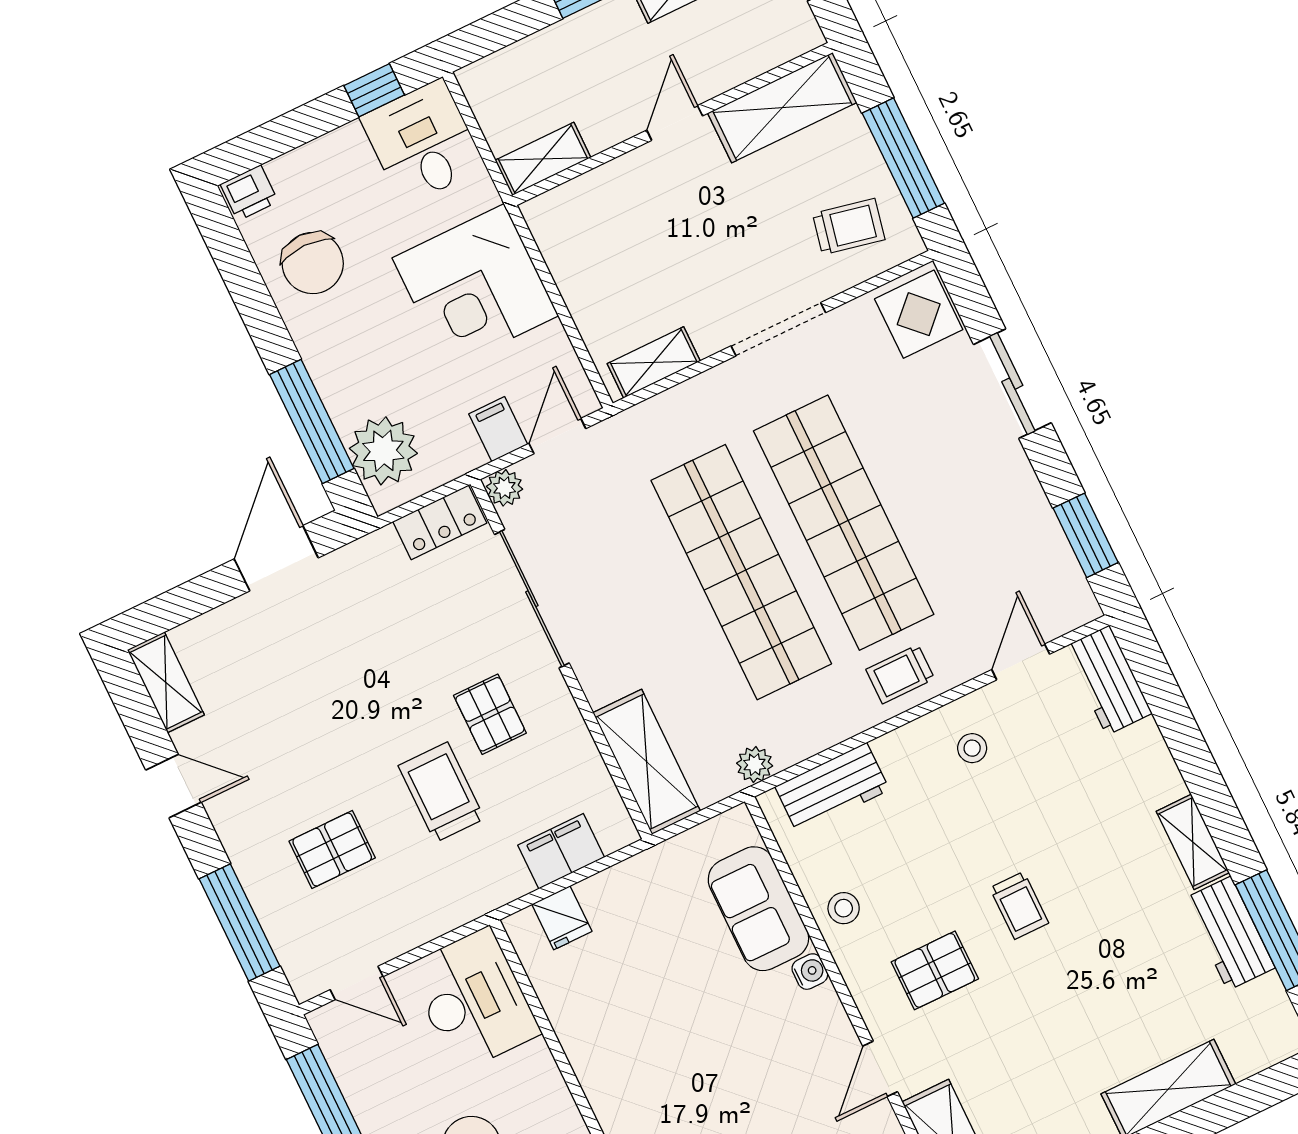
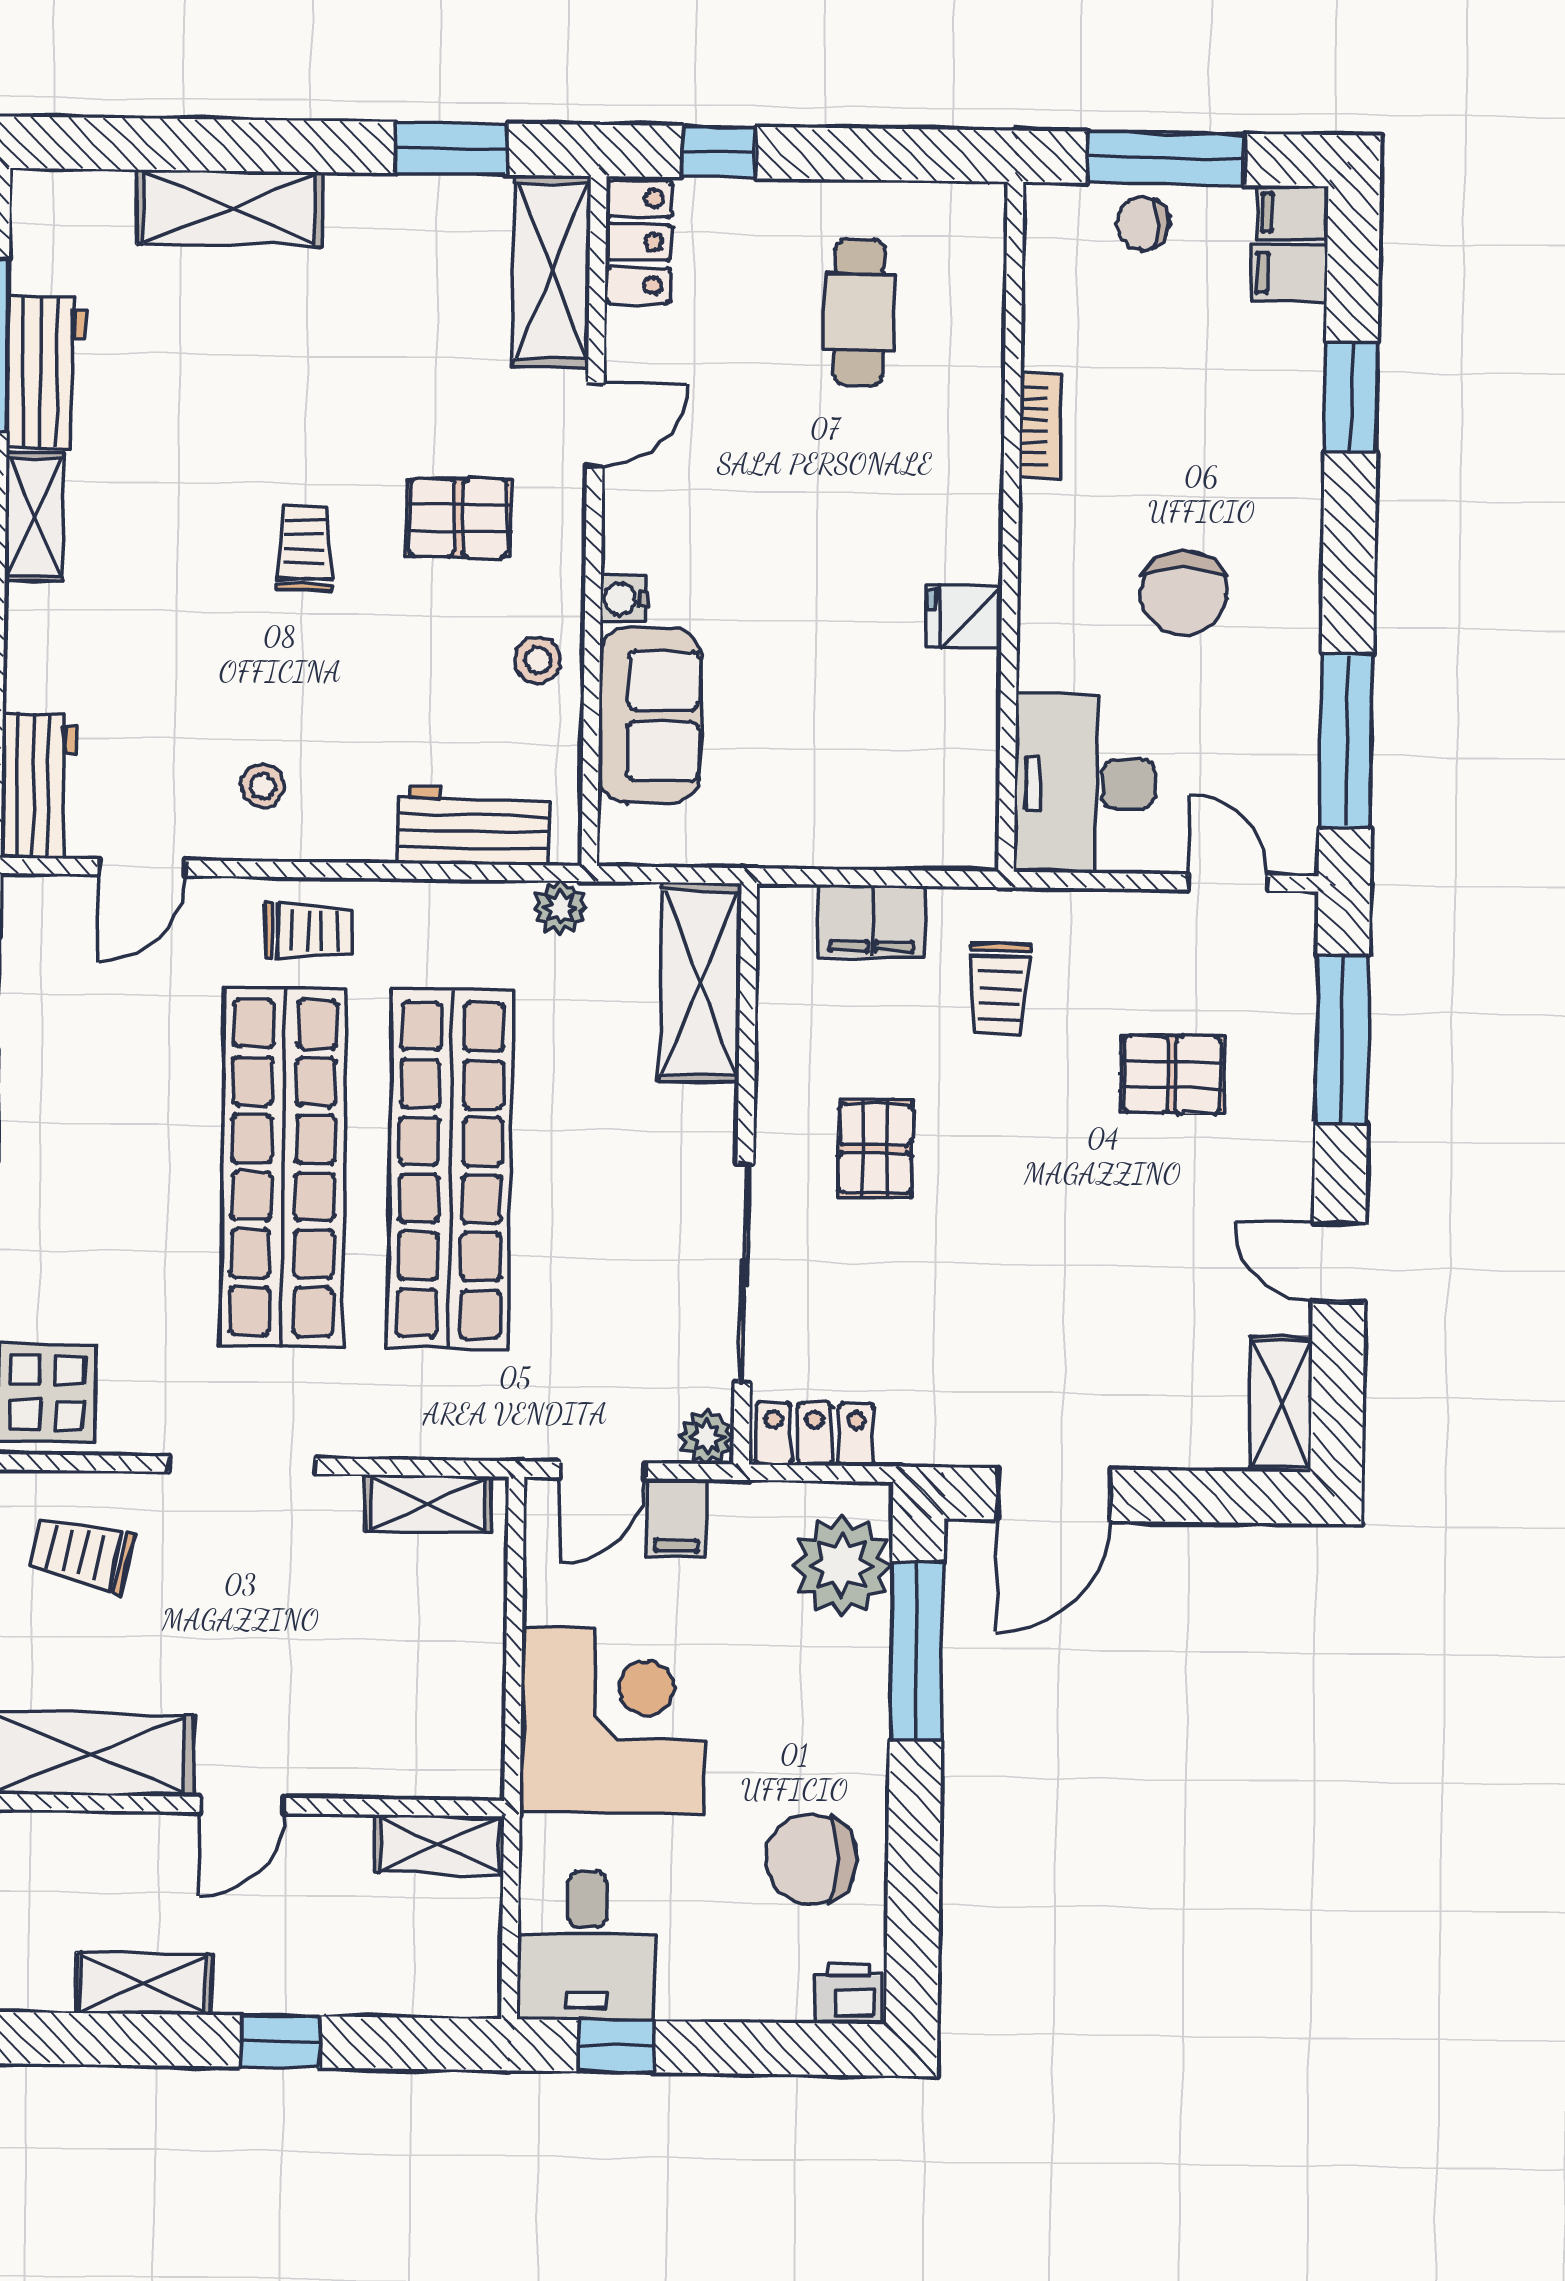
chair: (313, 263) -> (811, 1859), turned -90
trolley: (441, 792) -> (1000, 989), moved, width x0.73, depth x0.72
fridge: (562, 918) -> (964, 617), moved, turned -90

